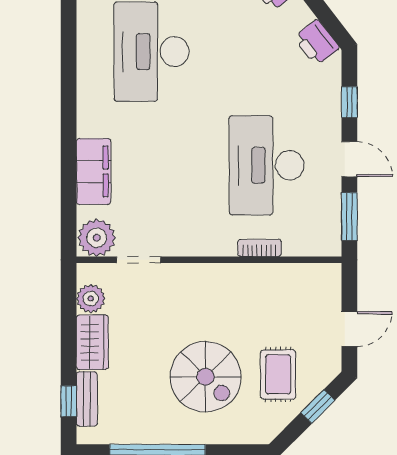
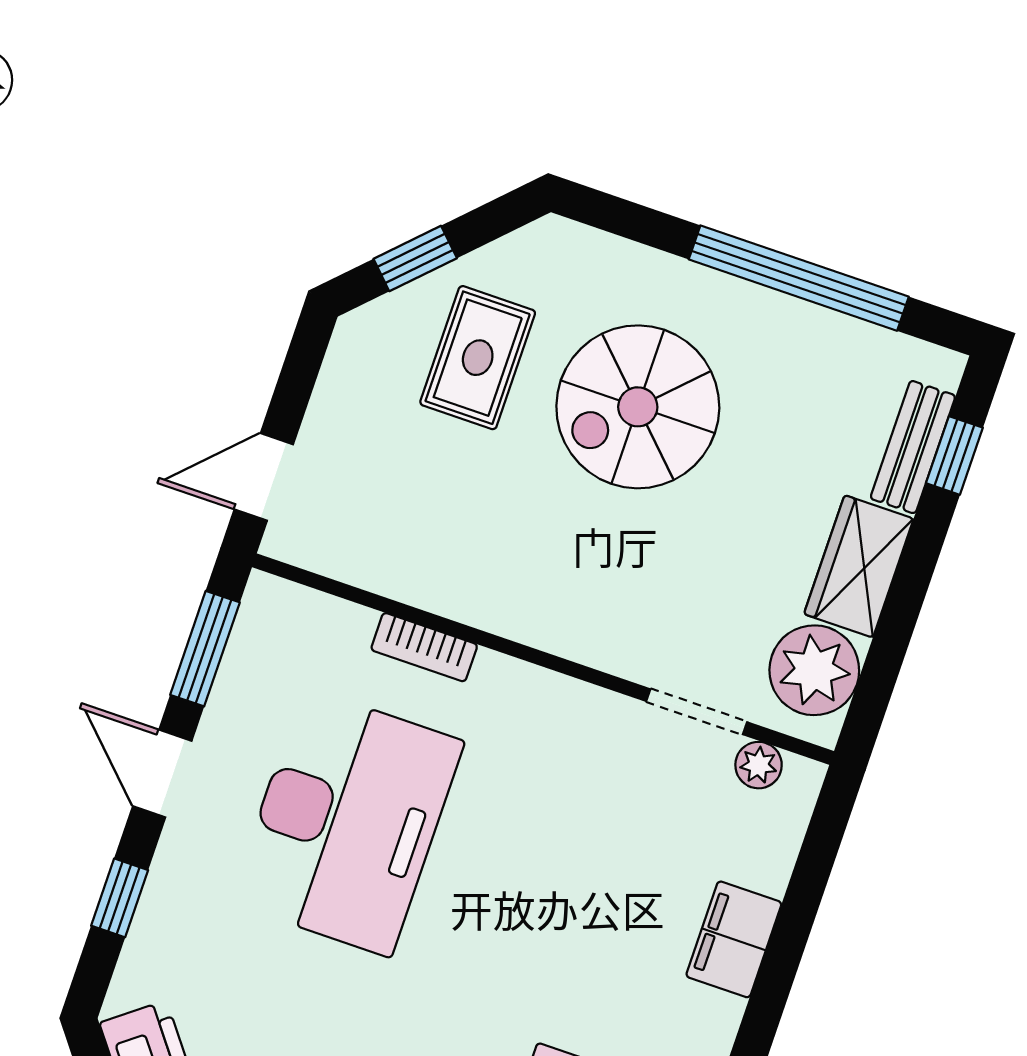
filing cabinet: (94, 171) -> (734, 939), width x0.67, depth x0.86
plant: (97, 238) -> (759, 765), width x0.53, depth x0.53
plant: (91, 299) -> (814, 670), width x1.36, depth x1.36
door: (349, 329) -> (264, 477), moved
spiral stairs: (206, 377) -> (638, 407), turned -90

